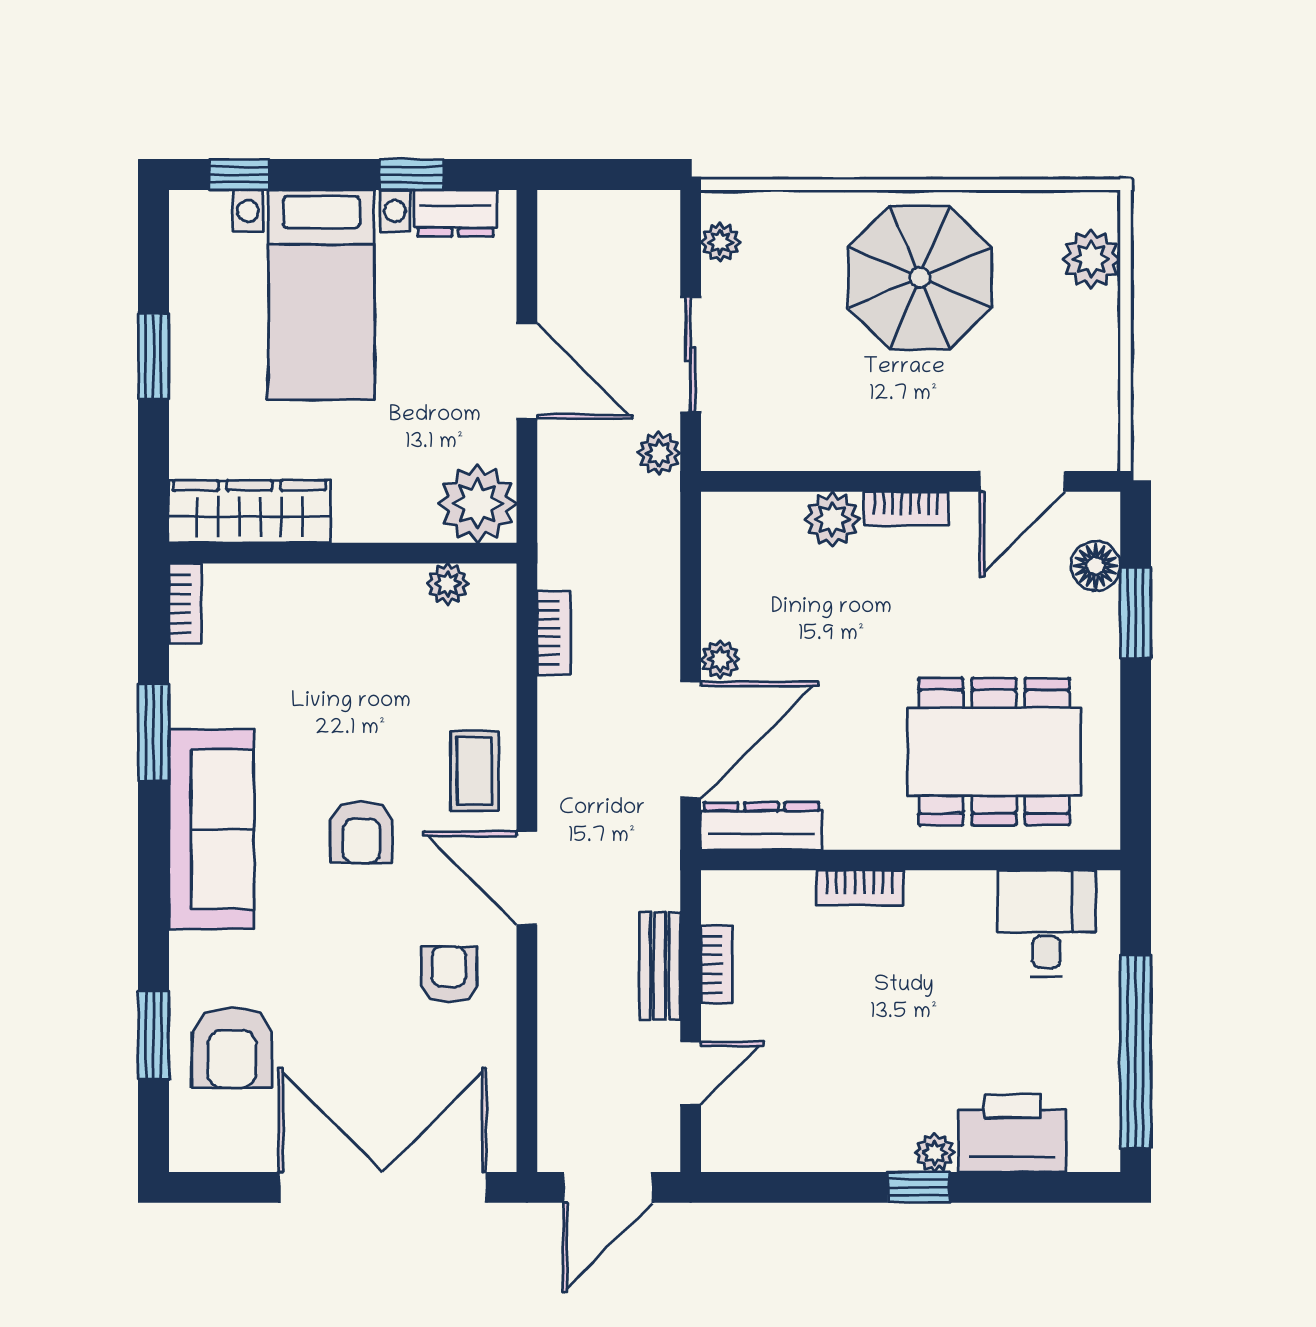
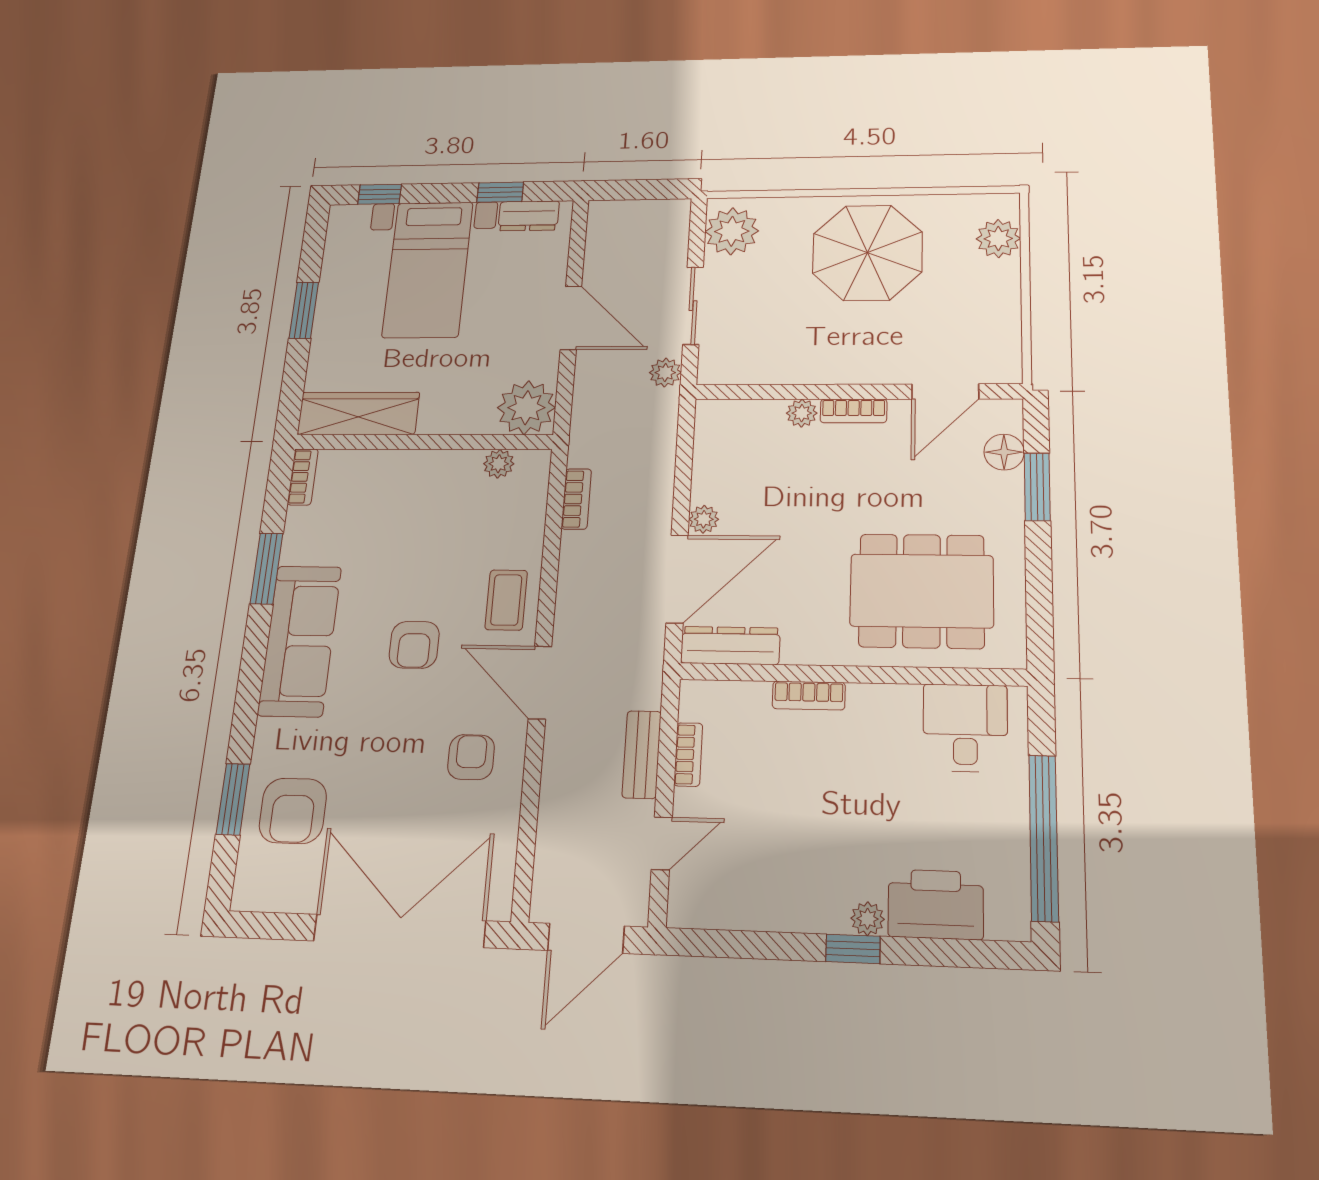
plant: (720, 242) -> (732, 231), width x1.88, depth x1.88
plant: (832, 519) -> (802, 413), width x0.73, depth x0.73

